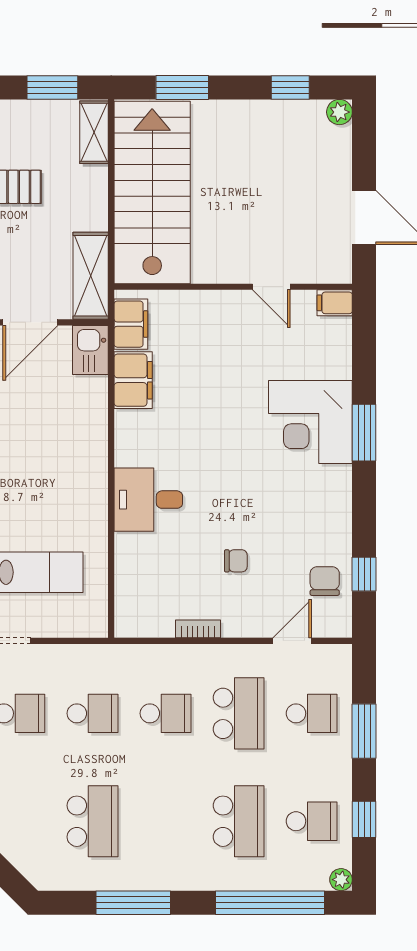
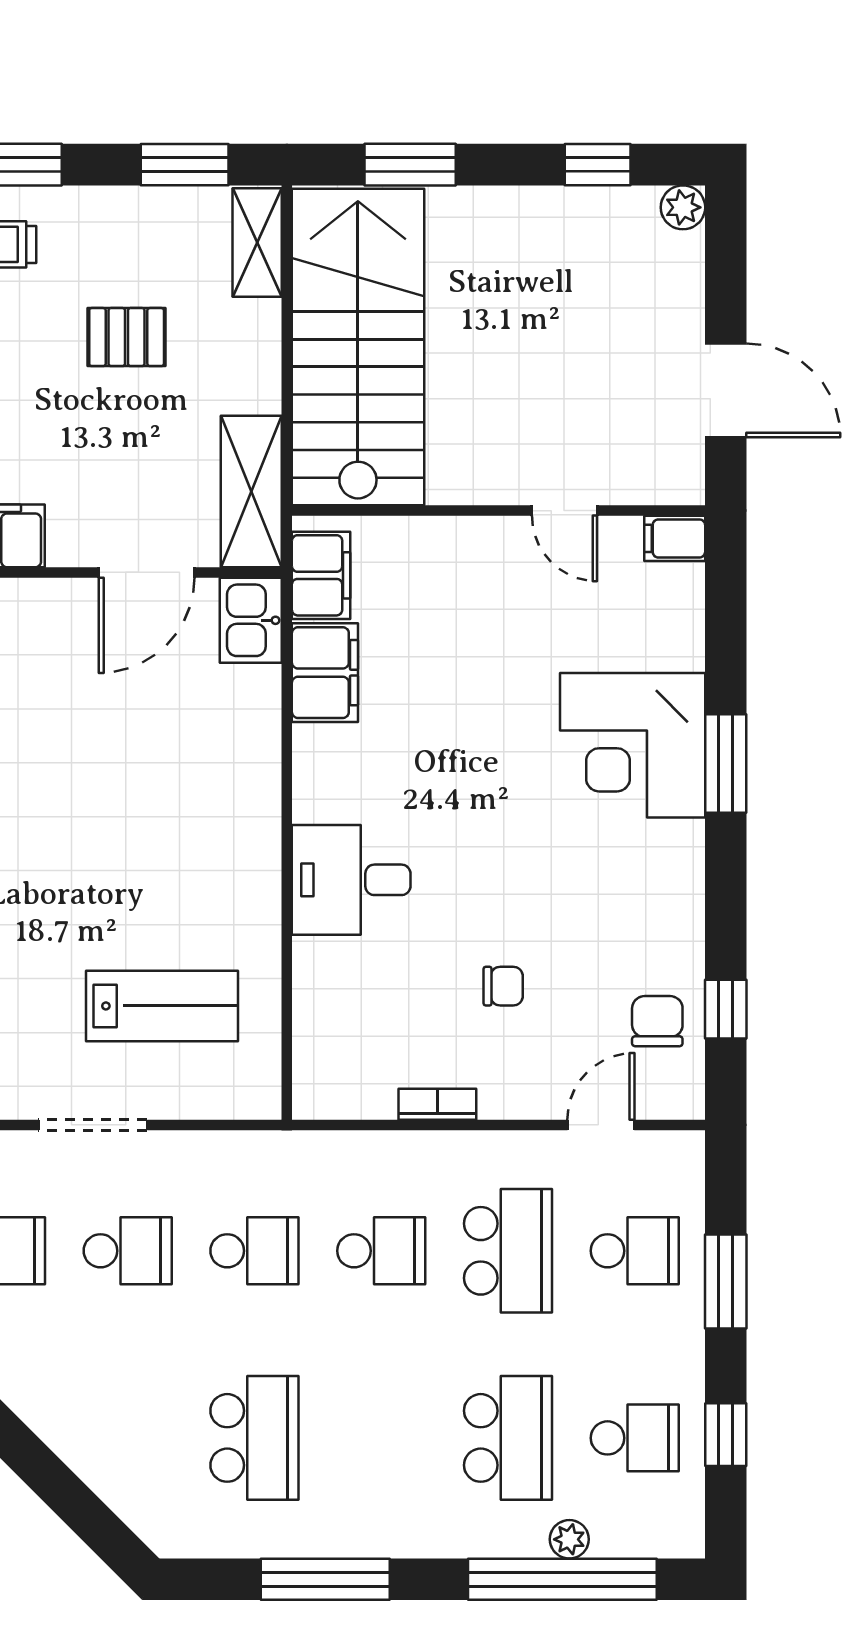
plant: (341, 880) -> (569, 1539), moved

